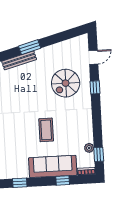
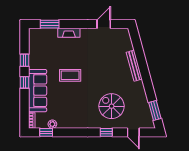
window: (30, 47) -> (155, 111), moved
coffee table: (46, 130) -> (70, 75), moved
window: (63, 180) -> (25, 82), moved

